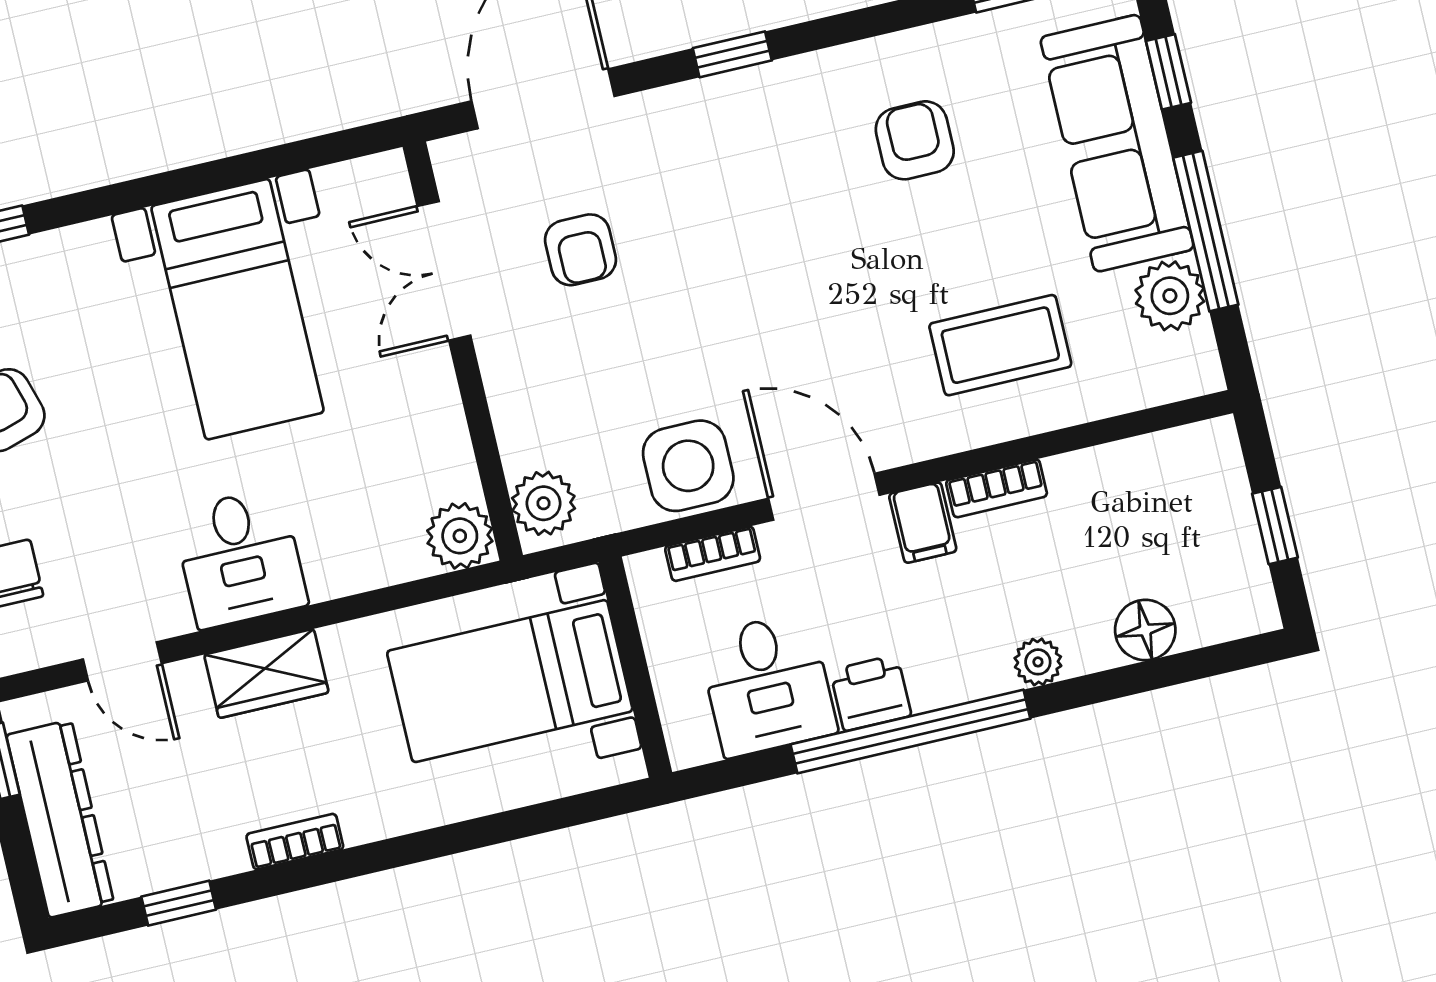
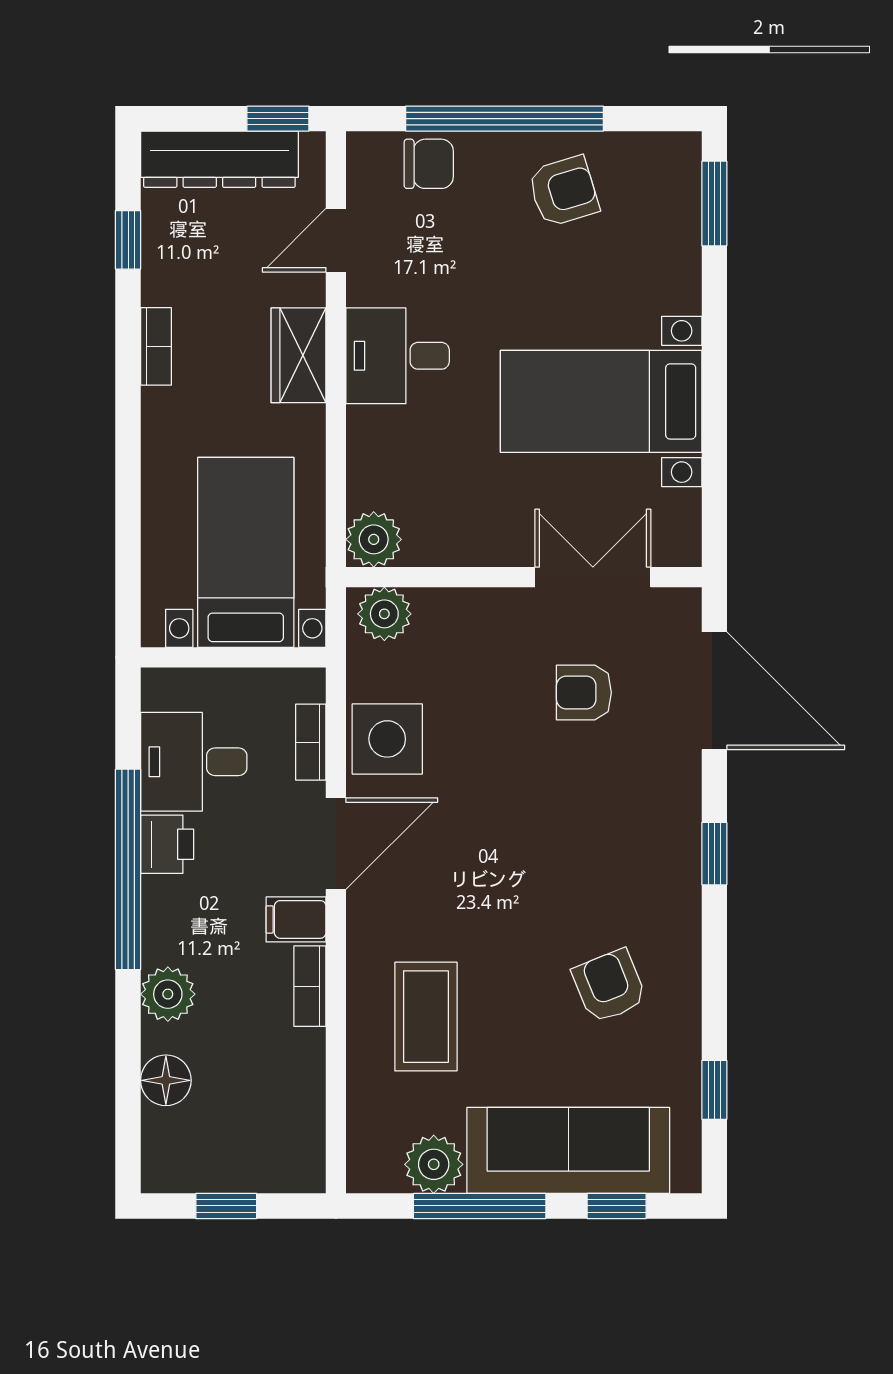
armchair: (915, 140) -> (609, 986), turned -112
plant: (1038, 662) -> (168, 994), width x1.38, depth x1.38

